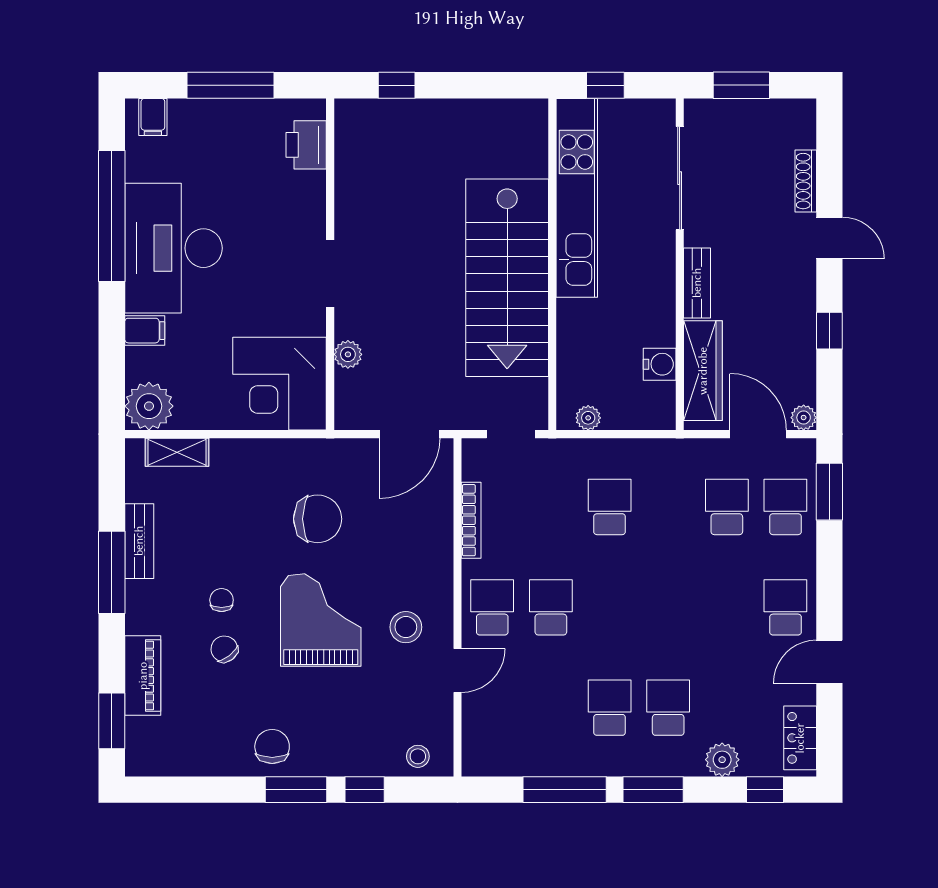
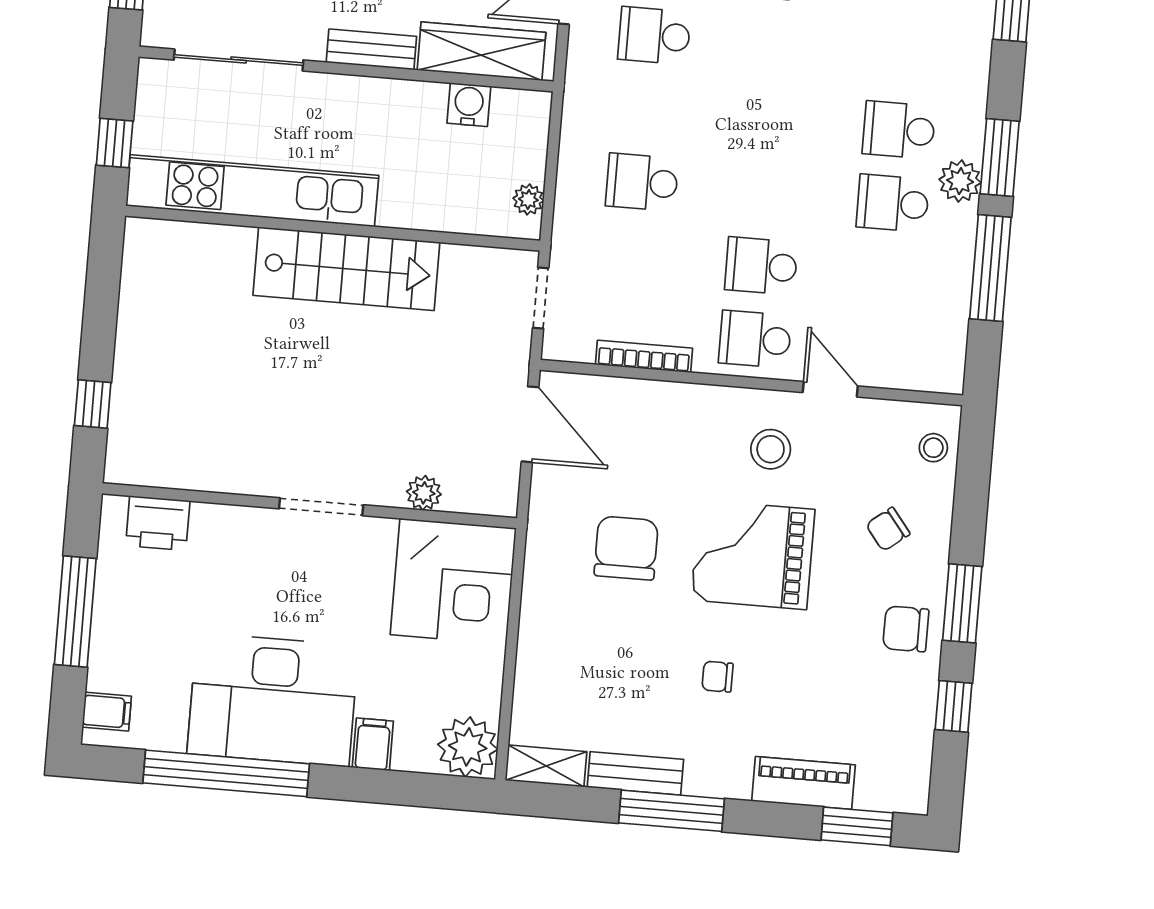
stairs: (507, 278) -> (346, 269), width x0.73, depth x0.66
shelving: (177, 452) -> (546, 766), moved, turned 90
chair: (224, 649) -> (888, 529), moved
plant: (722, 760) -> (960, 181), moved
window: (365, 790) -> (954, 706), moved

